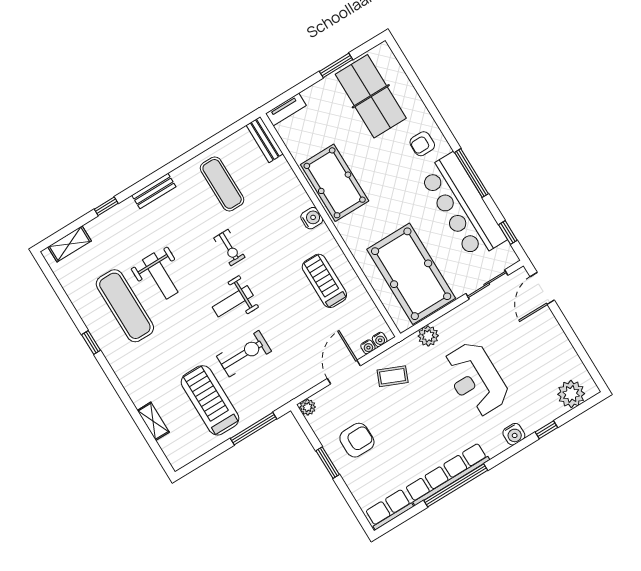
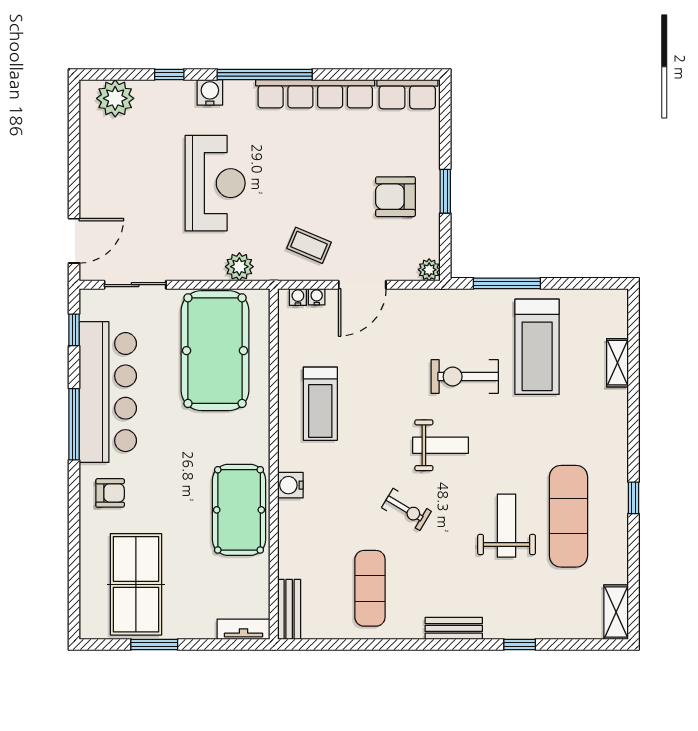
shelving: (69, 244) -> (616, 612), moved, turned 90
exercise bike: (229, 248) -> (406, 509), turned 121
window: (456, 485) -> (265, 74), moved

